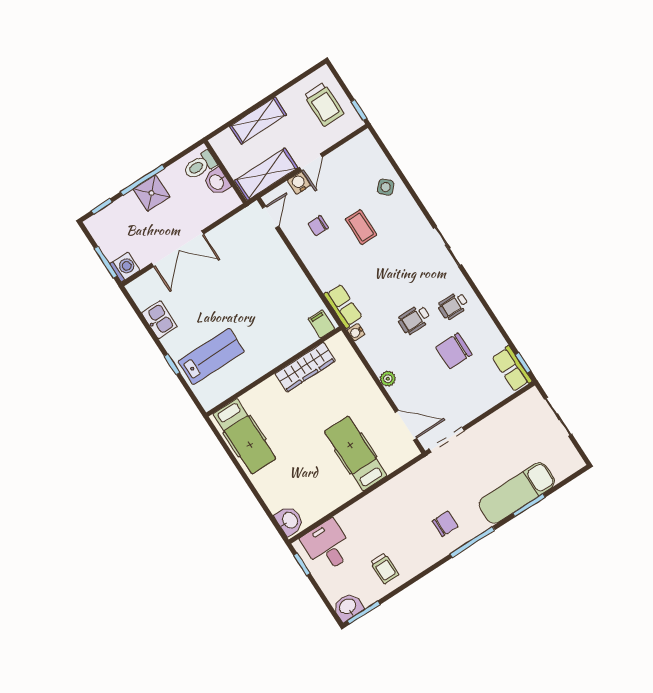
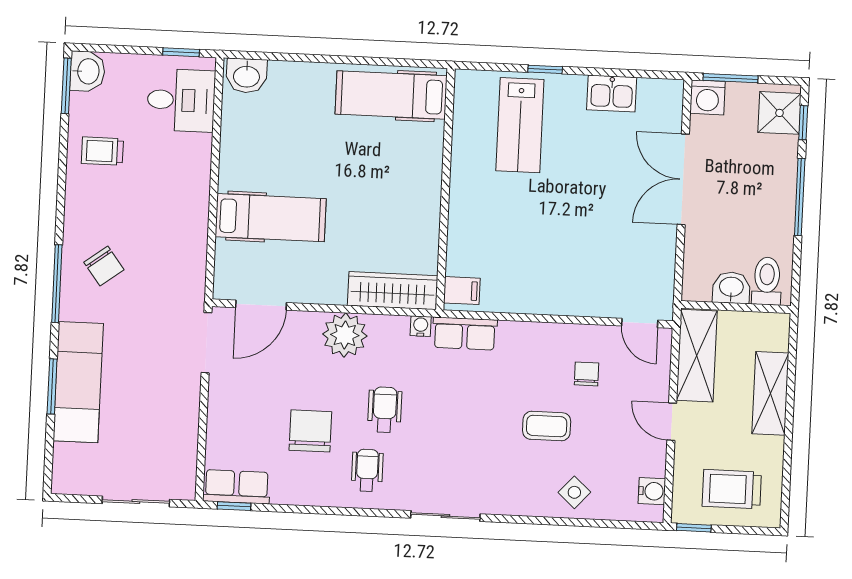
water cooler: (299, 183) -> (652, 491), moved
shower: (152, 193) -> (779, 113), moved
wardrobe: (305, 367) -> (393, 291), moved, turned 90
plant: (388, 379) -> (345, 335), width x1.87, depth x1.87
chair: (445, 524) -> (104, 266), turned -37

